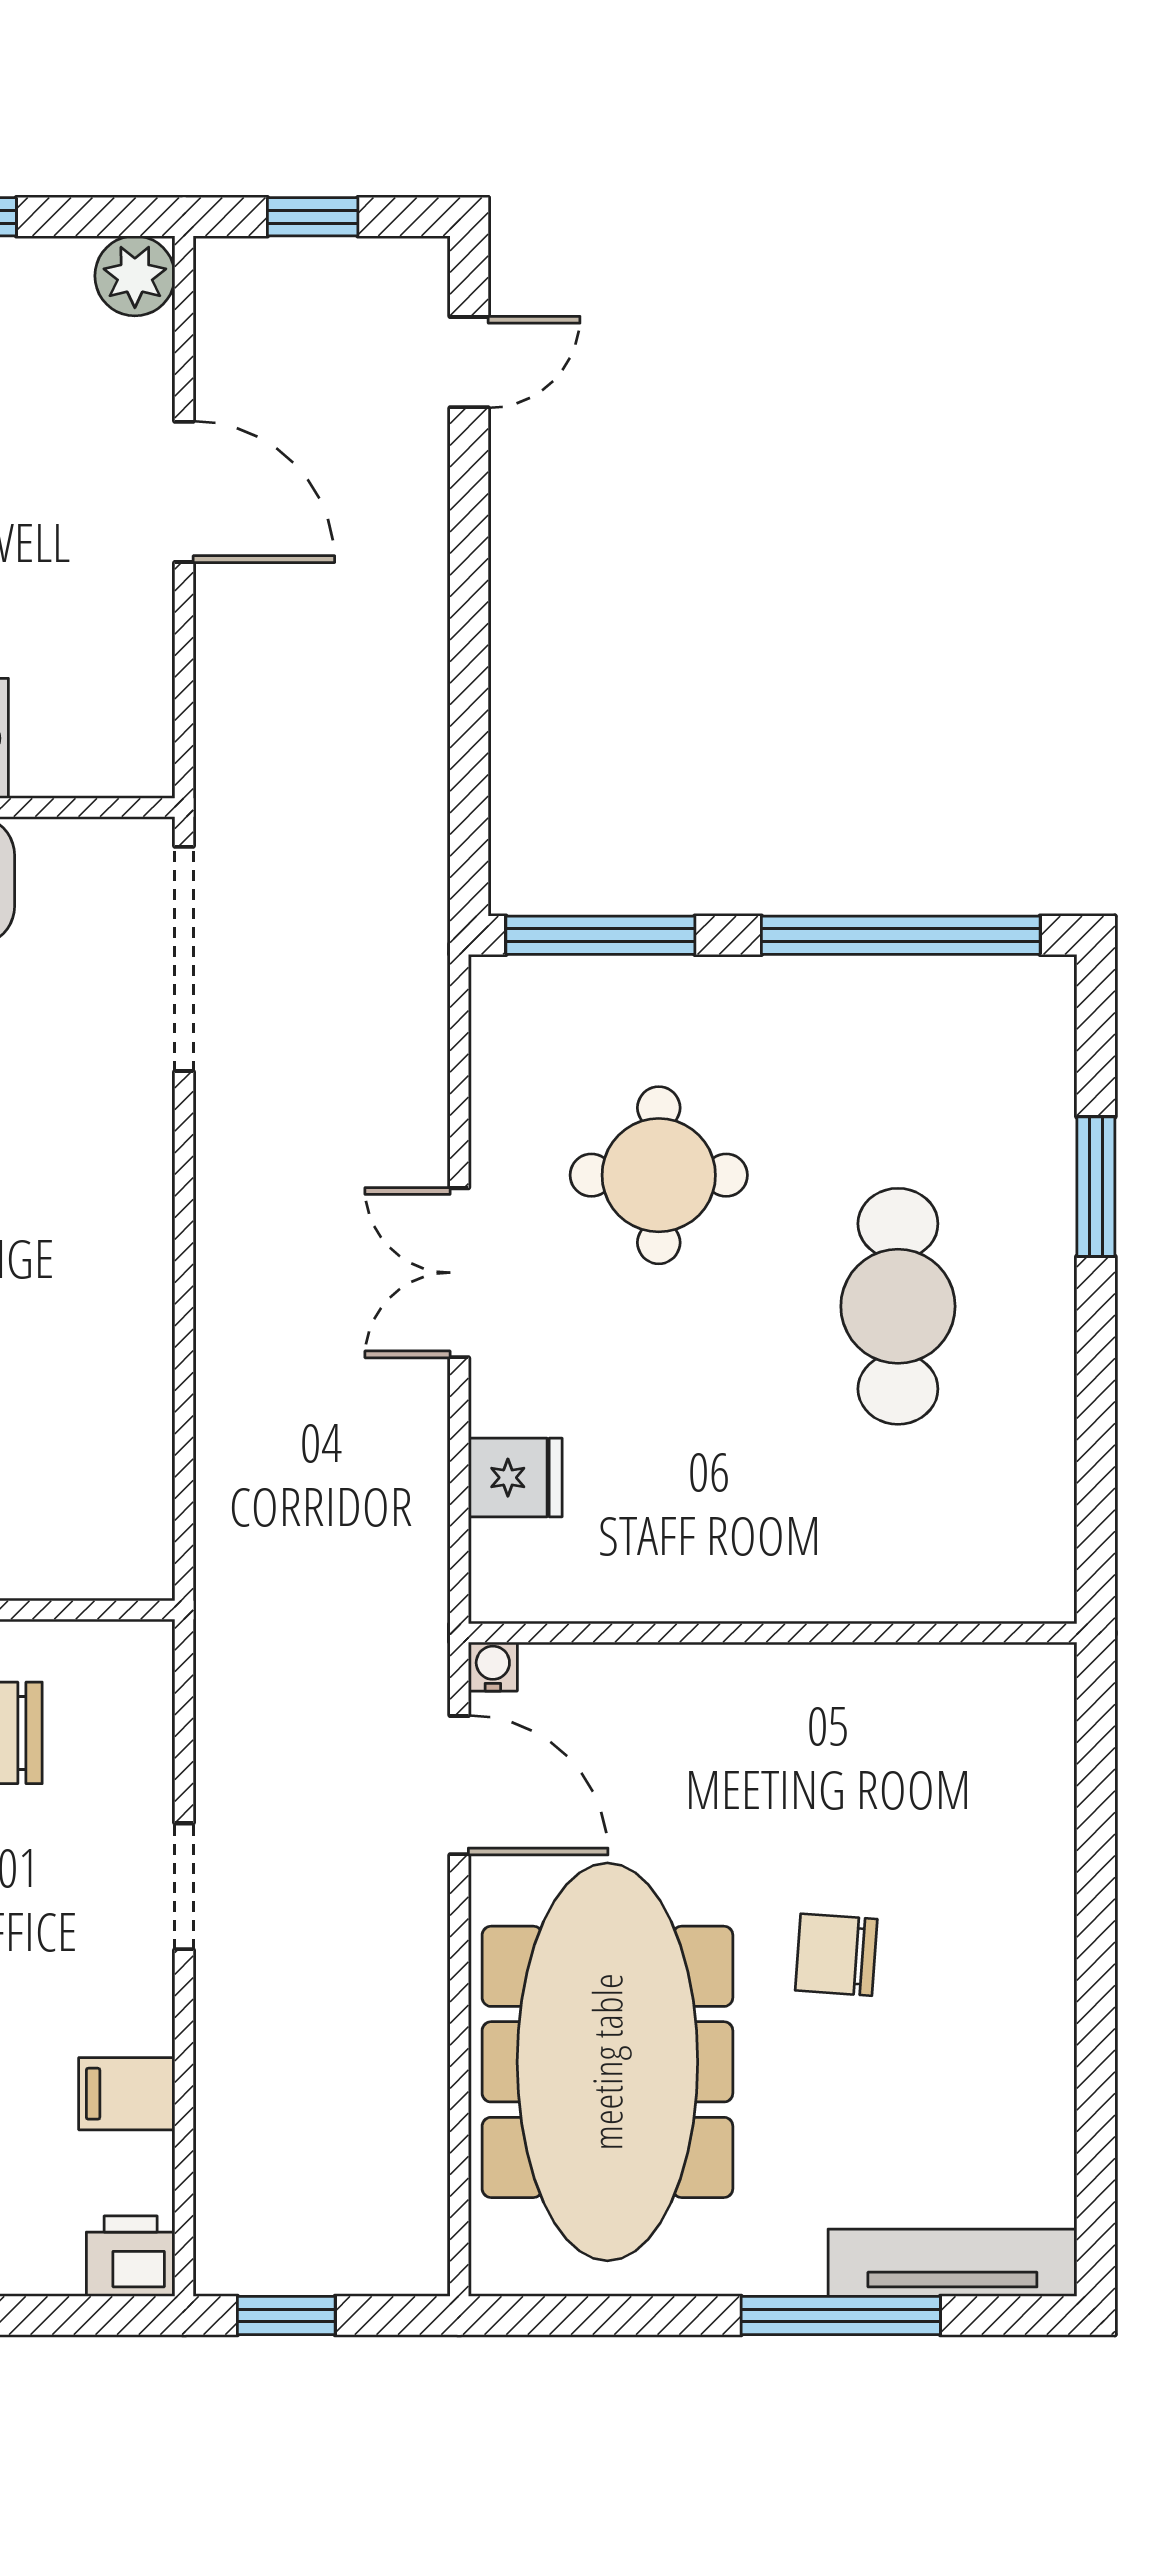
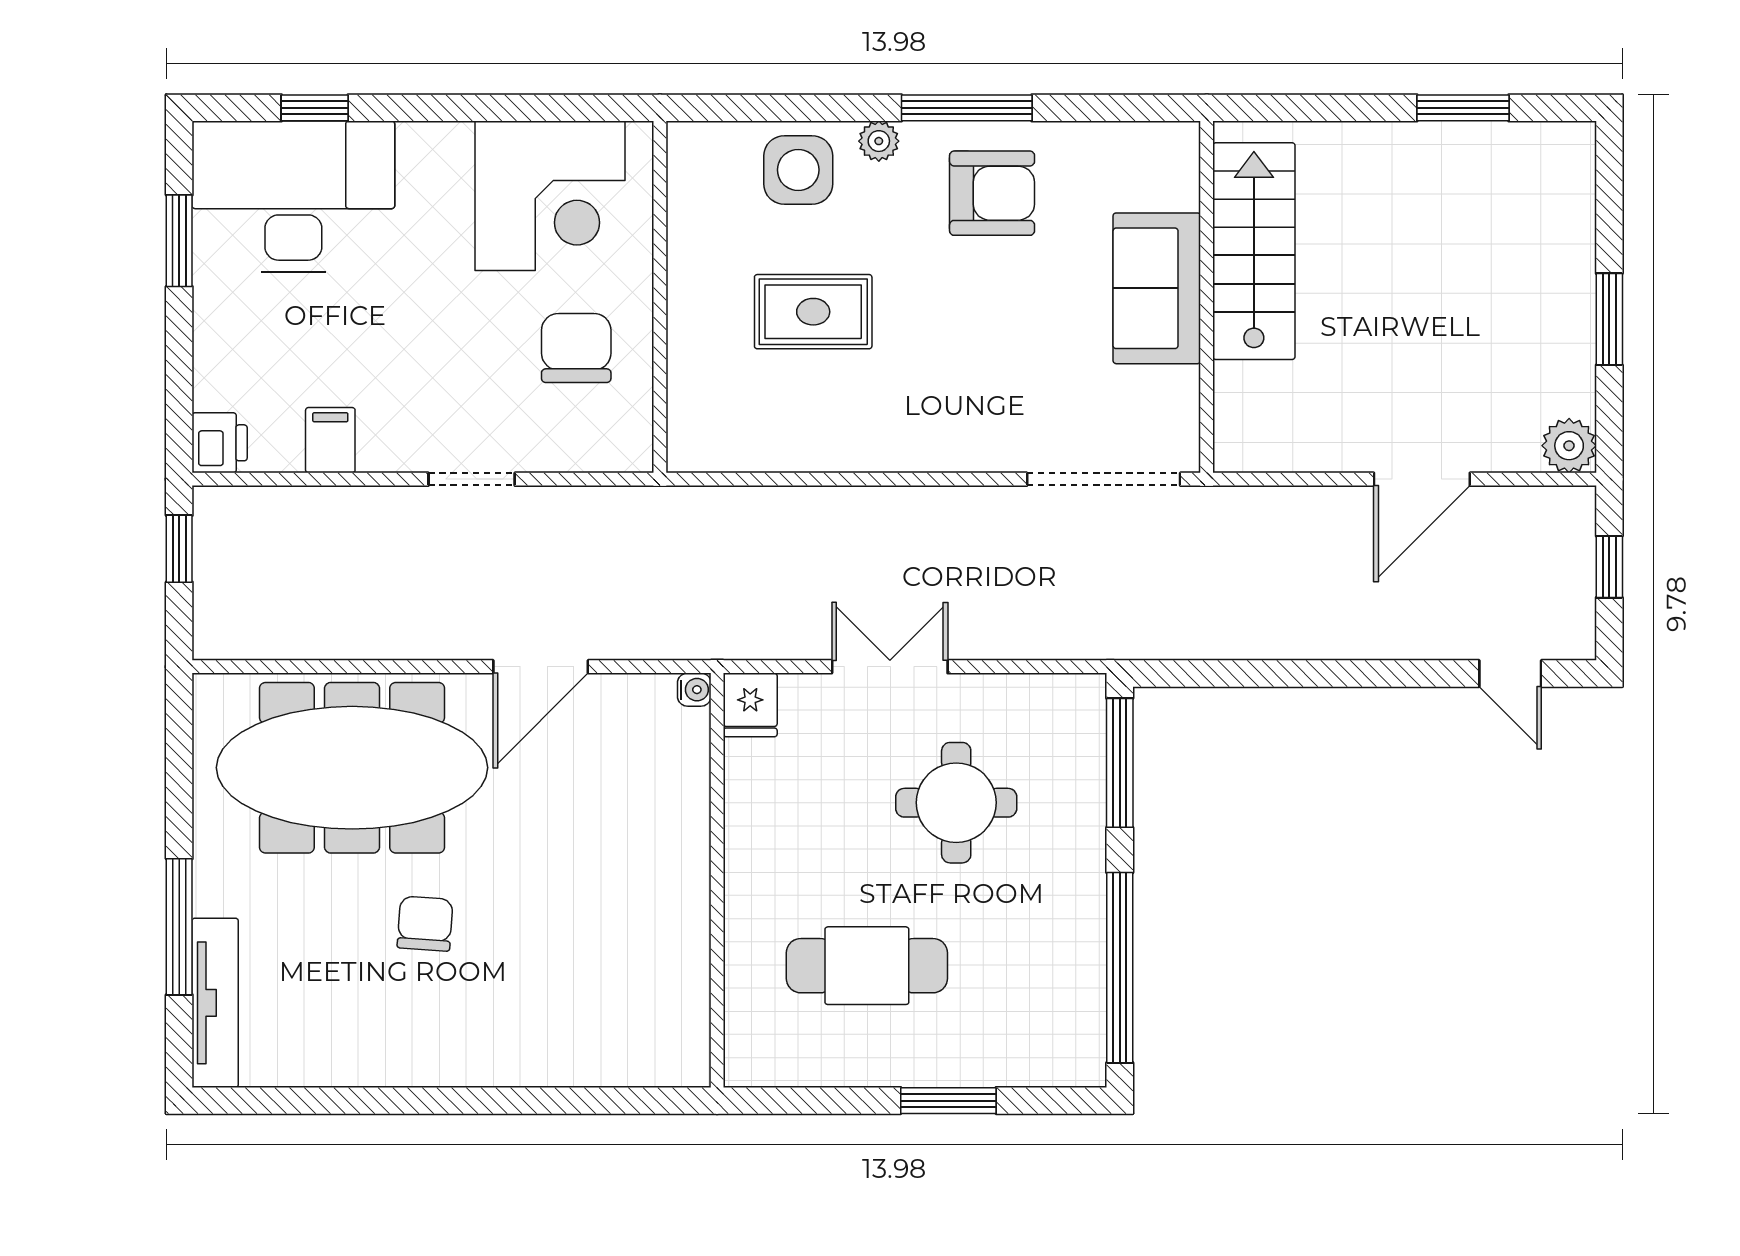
wall: (773, 1633) -> (717, 880), moved
water cooler: (493, 1667) -> (694, 690), moved

